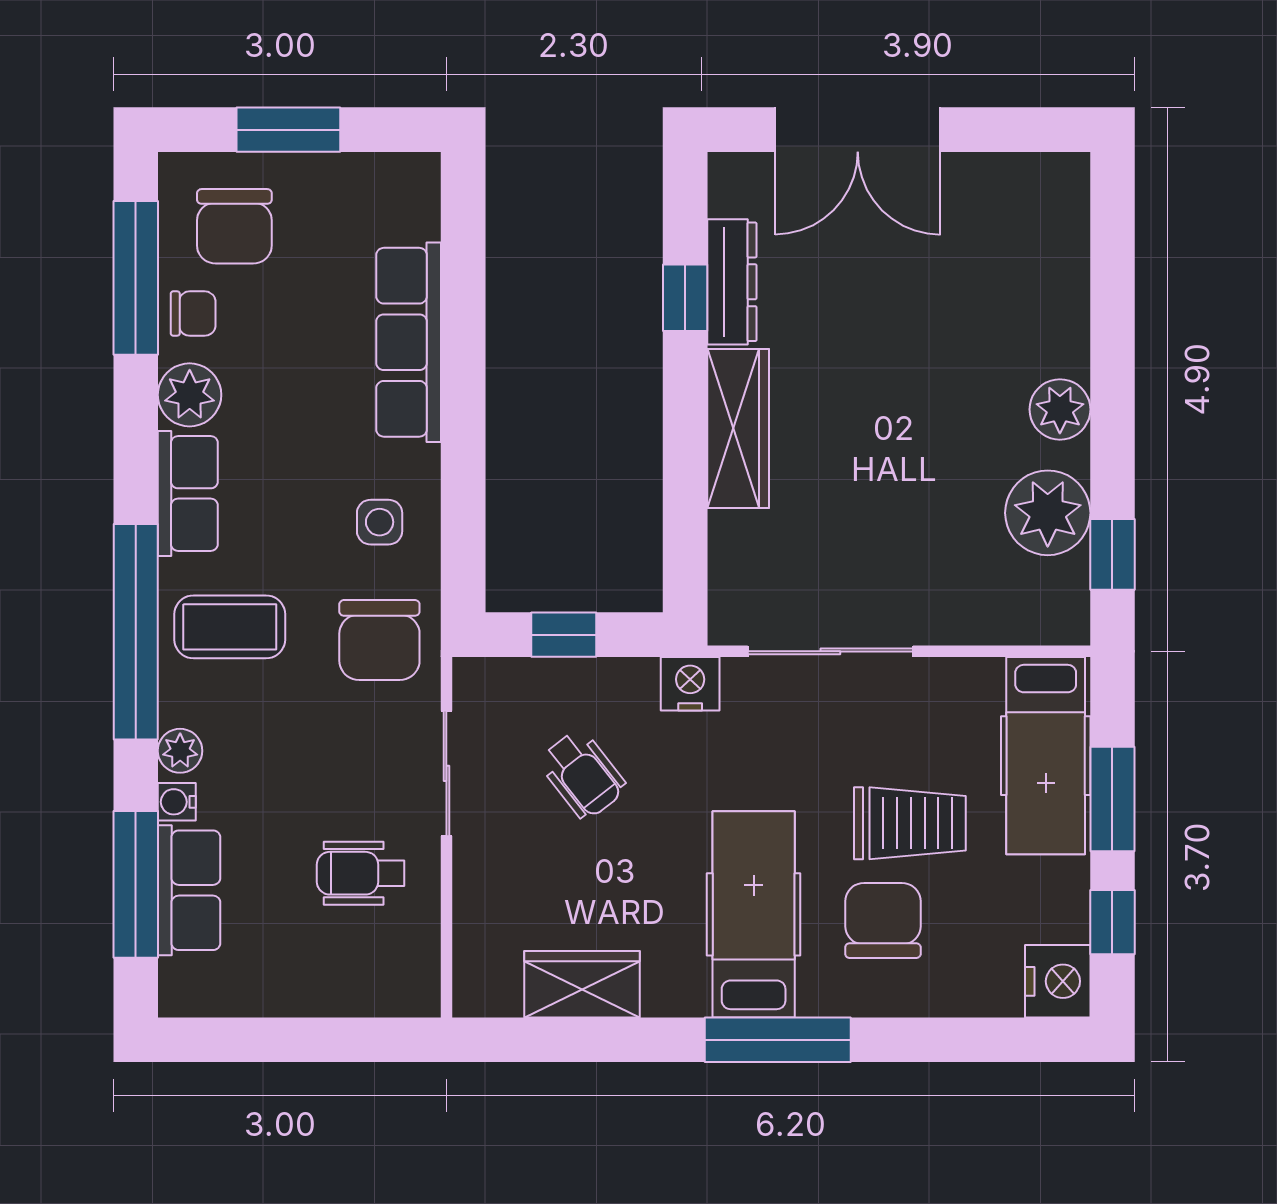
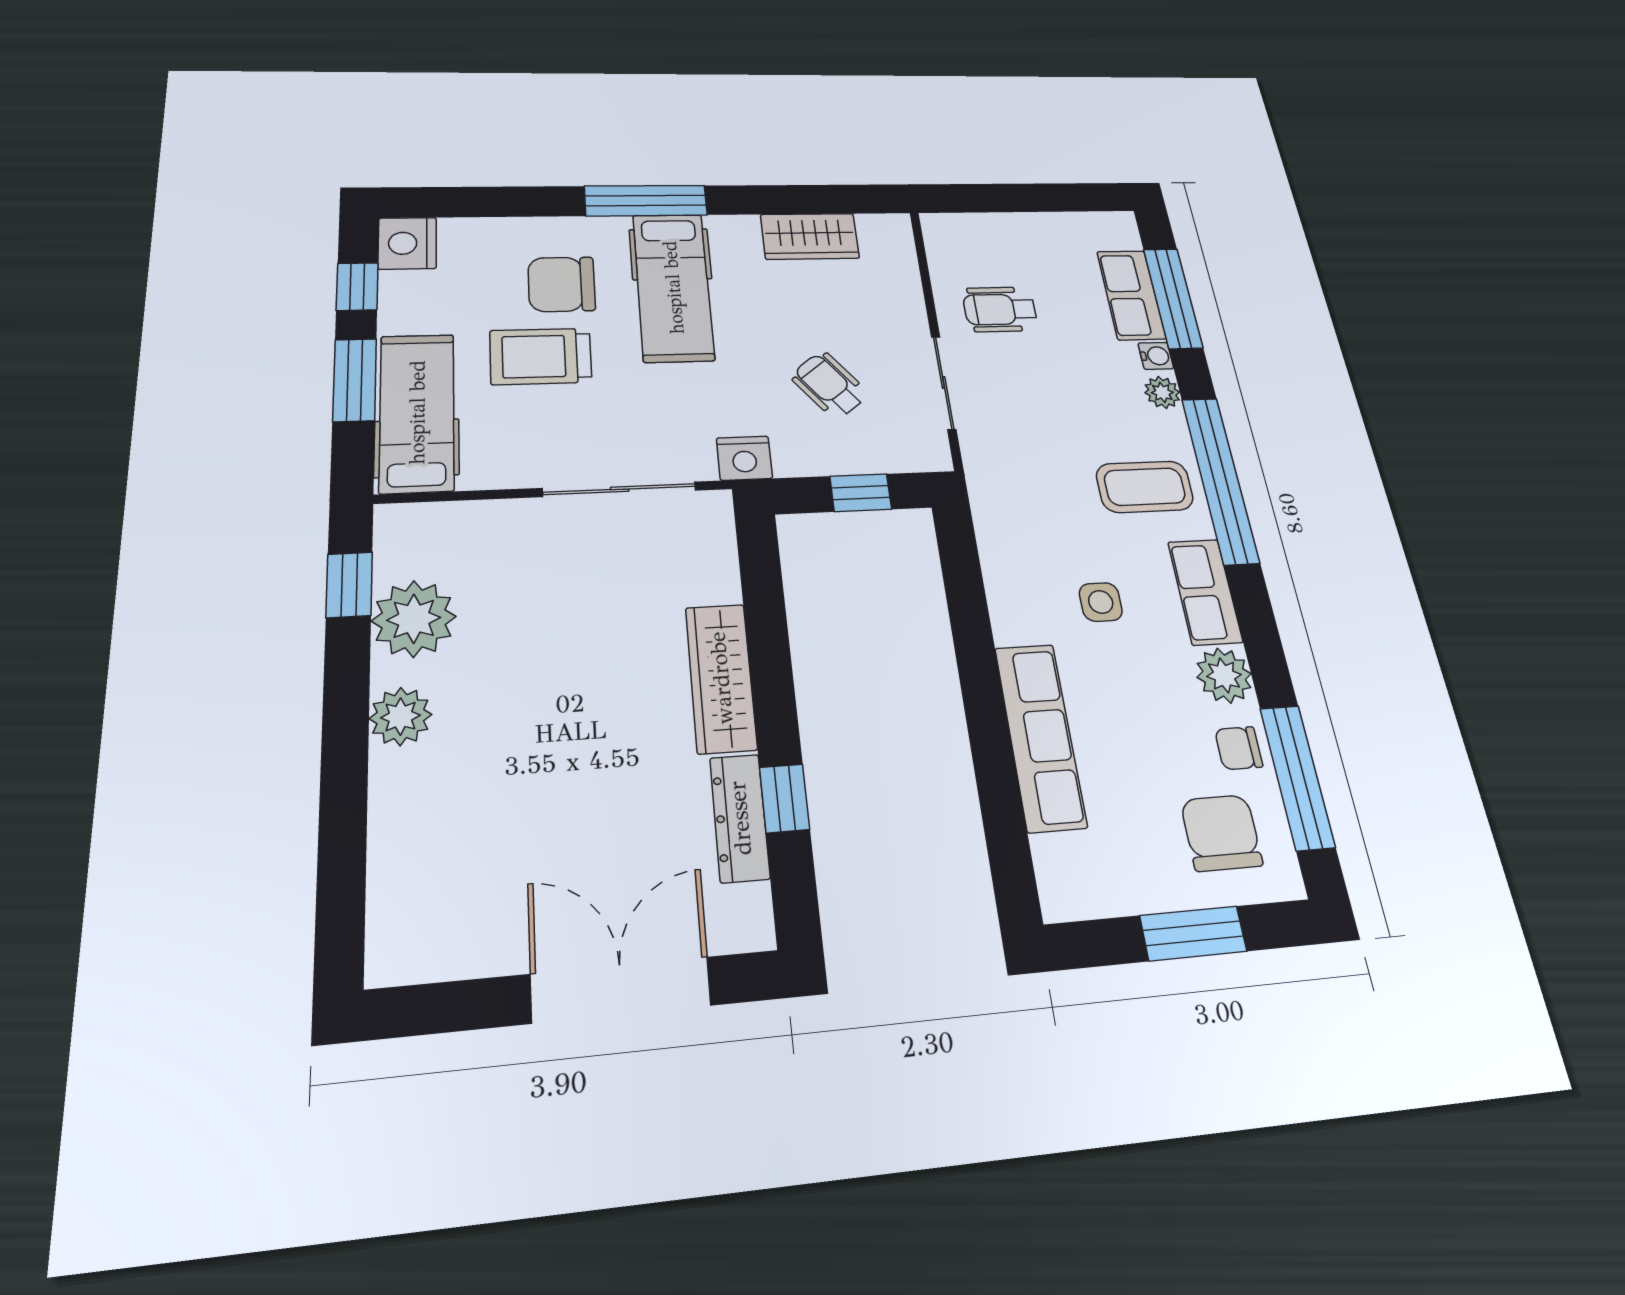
side table: (380, 522) -> (1101, 602), moved
chair: (379, 640) -> (1018, 482), removed
wheelchair: (361, 873) -> (1000, 309), turned 180
chair: (883, 921) -> (562, 284), turned 90

